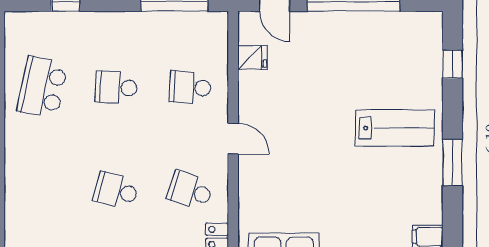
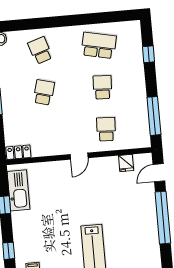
school desk: (190, 191) -> (40, 50), moved, turned -36

